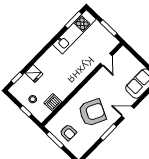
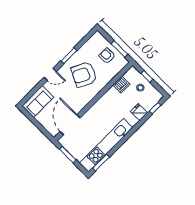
kitchen unit: (74, 32) -> (106, 145), width x1.36
door: (106, 60) -> (70, 125), width x1.87

